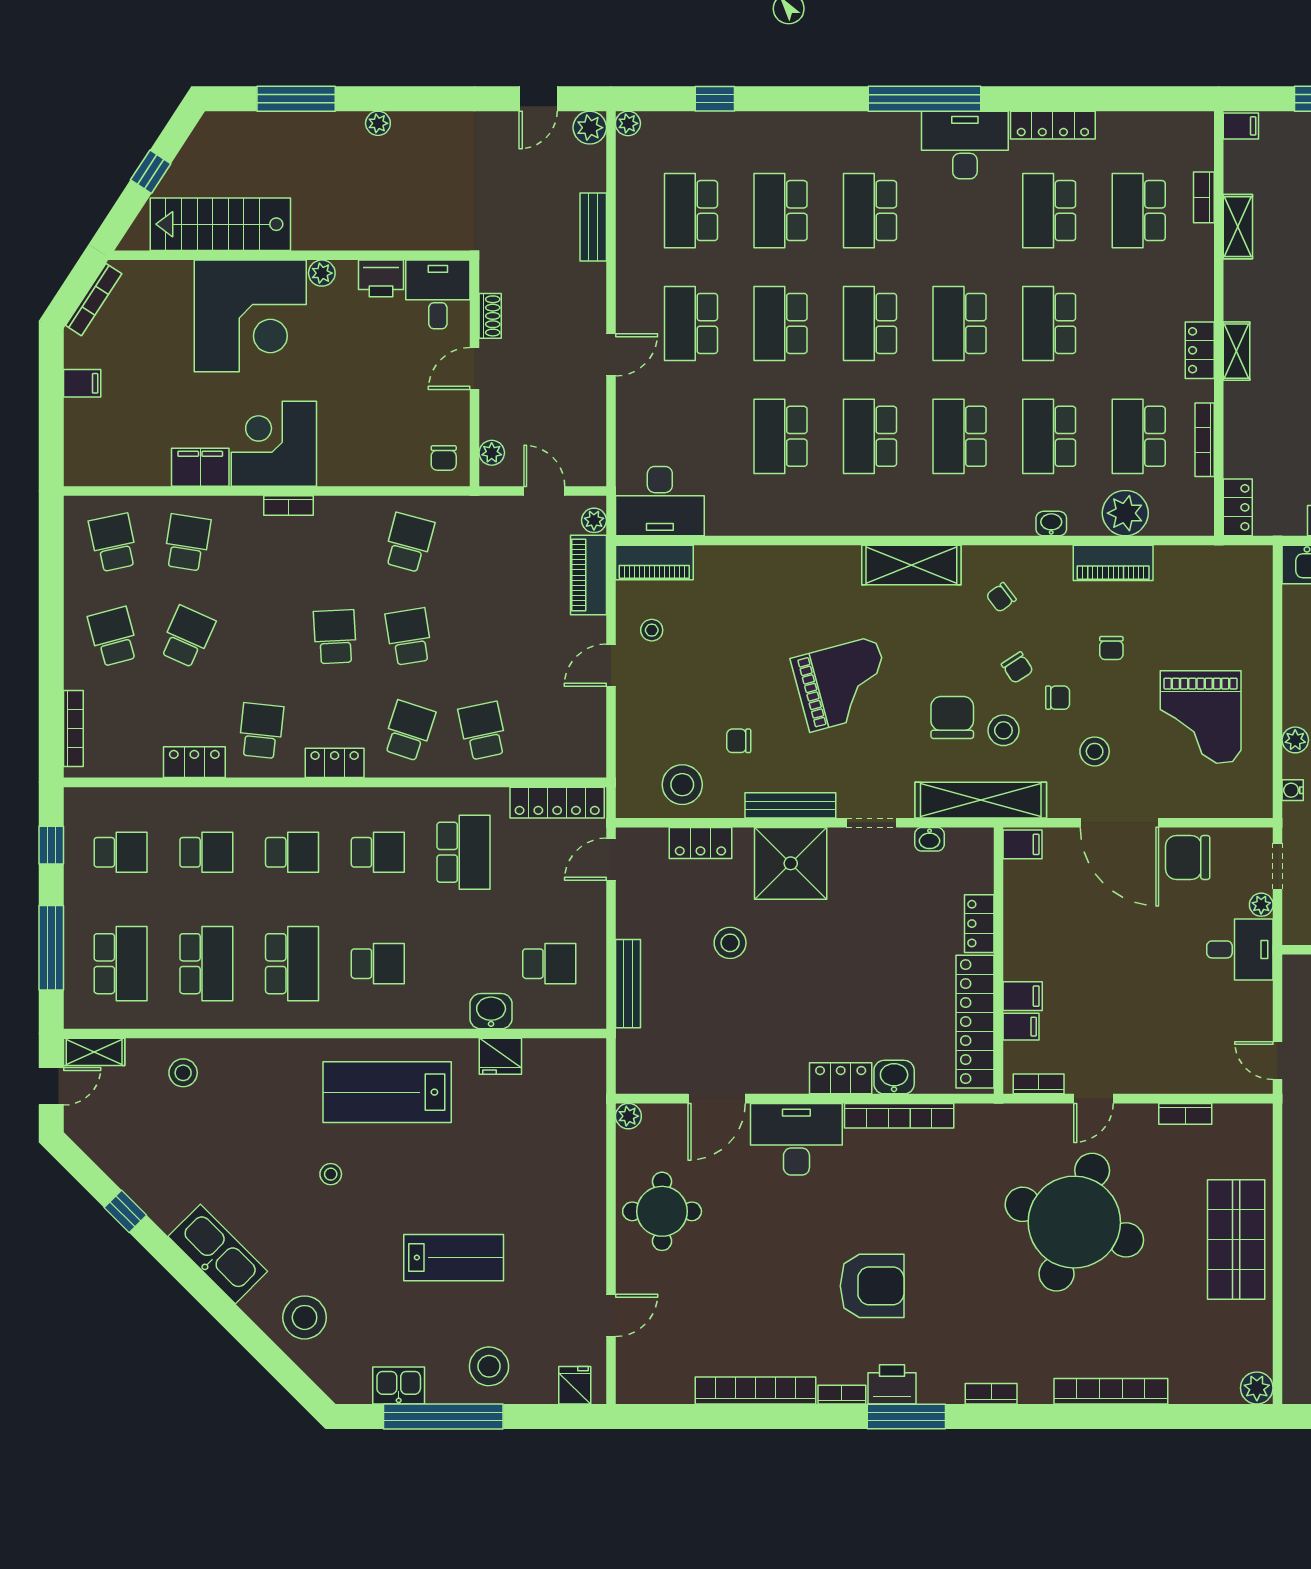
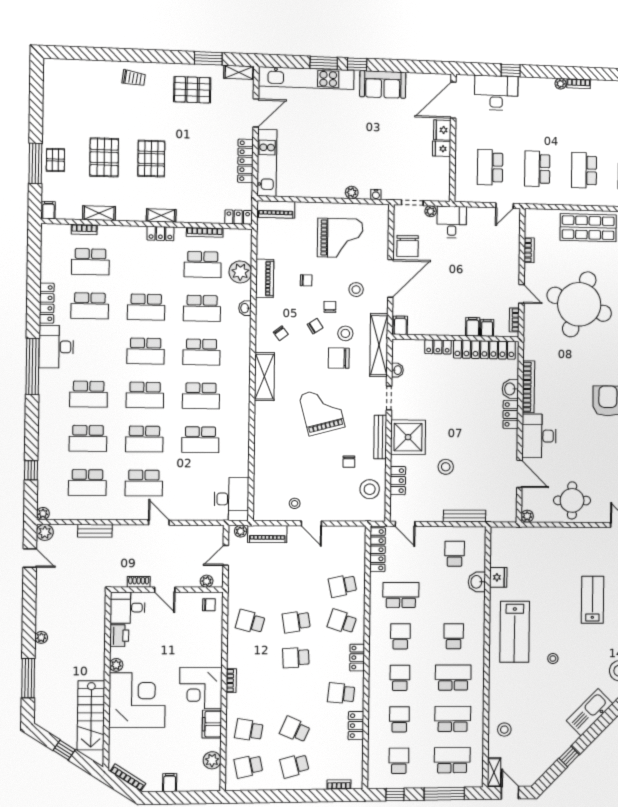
plant: (126, 468) -> (212, 760), added
piano: (654, 562) -> (276, 209), moved, turned 90
bookcase: (73, 729) -> (339, 785), width x0.64

